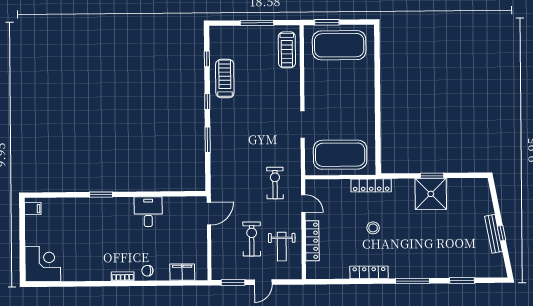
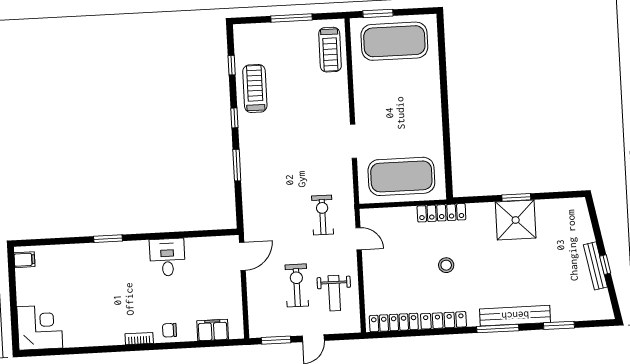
locker: (312, 241) -> (394, 322), moved, turned -90
bench: (427, 271) -> (515, 316), added

